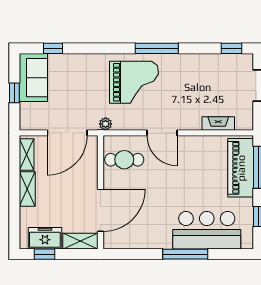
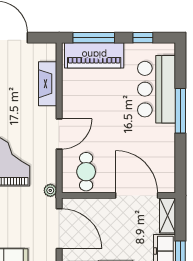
fireplace: (218, 123) -> (48, 84), width x1.37, depth x1.32

